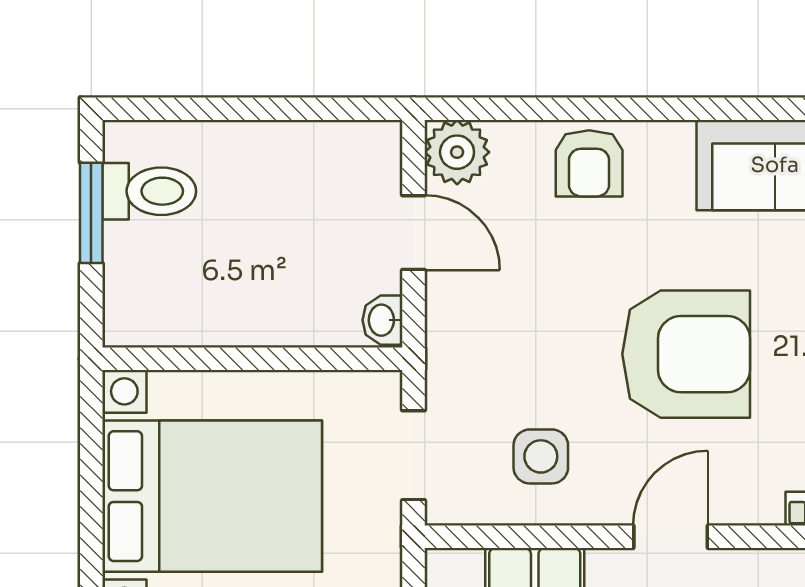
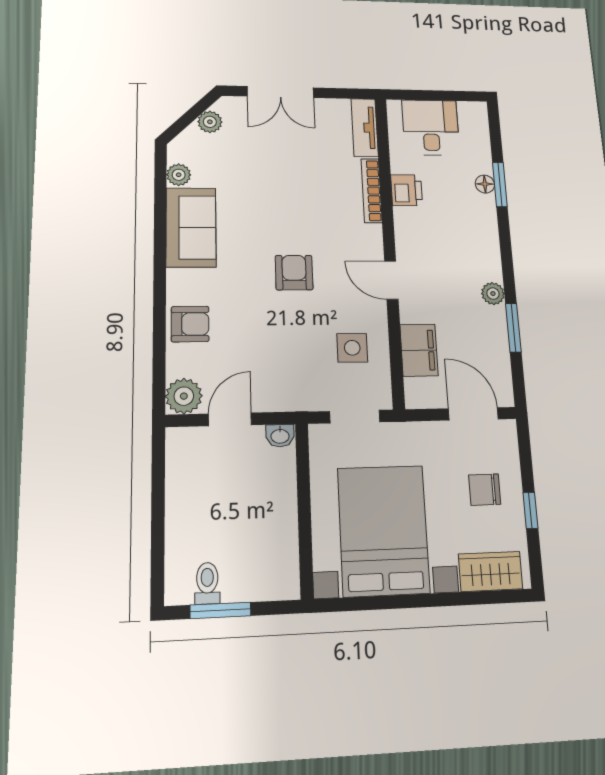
toilet: (149, 191) -> (207, 583), width x0.73, depth x0.72
armchair: (686, 354) -> (294, 273), width x0.53, depth x0.53

